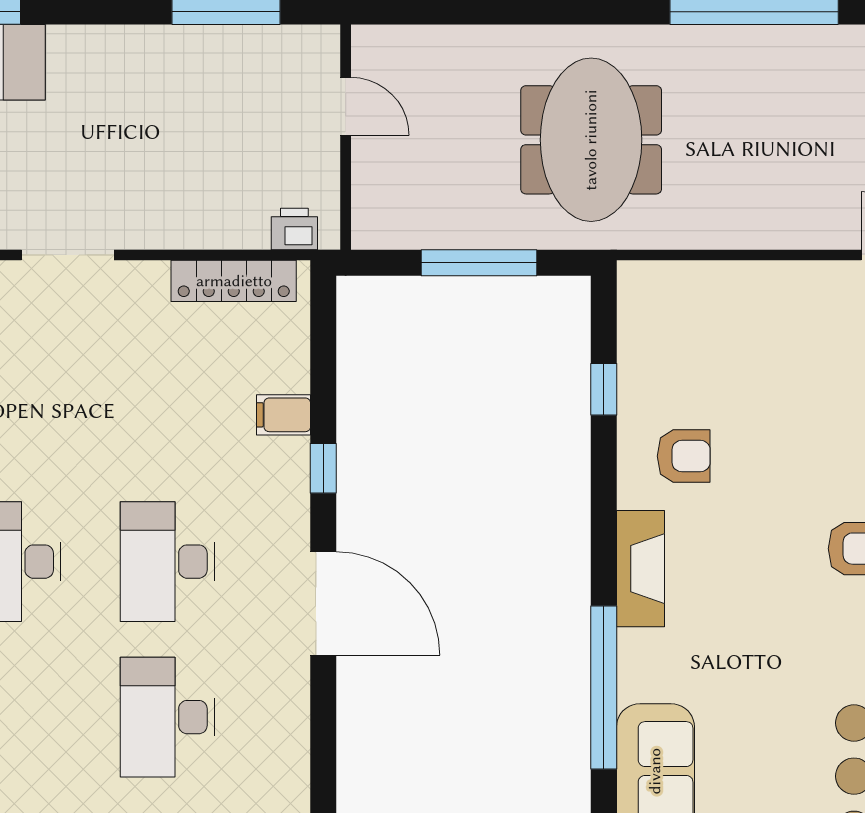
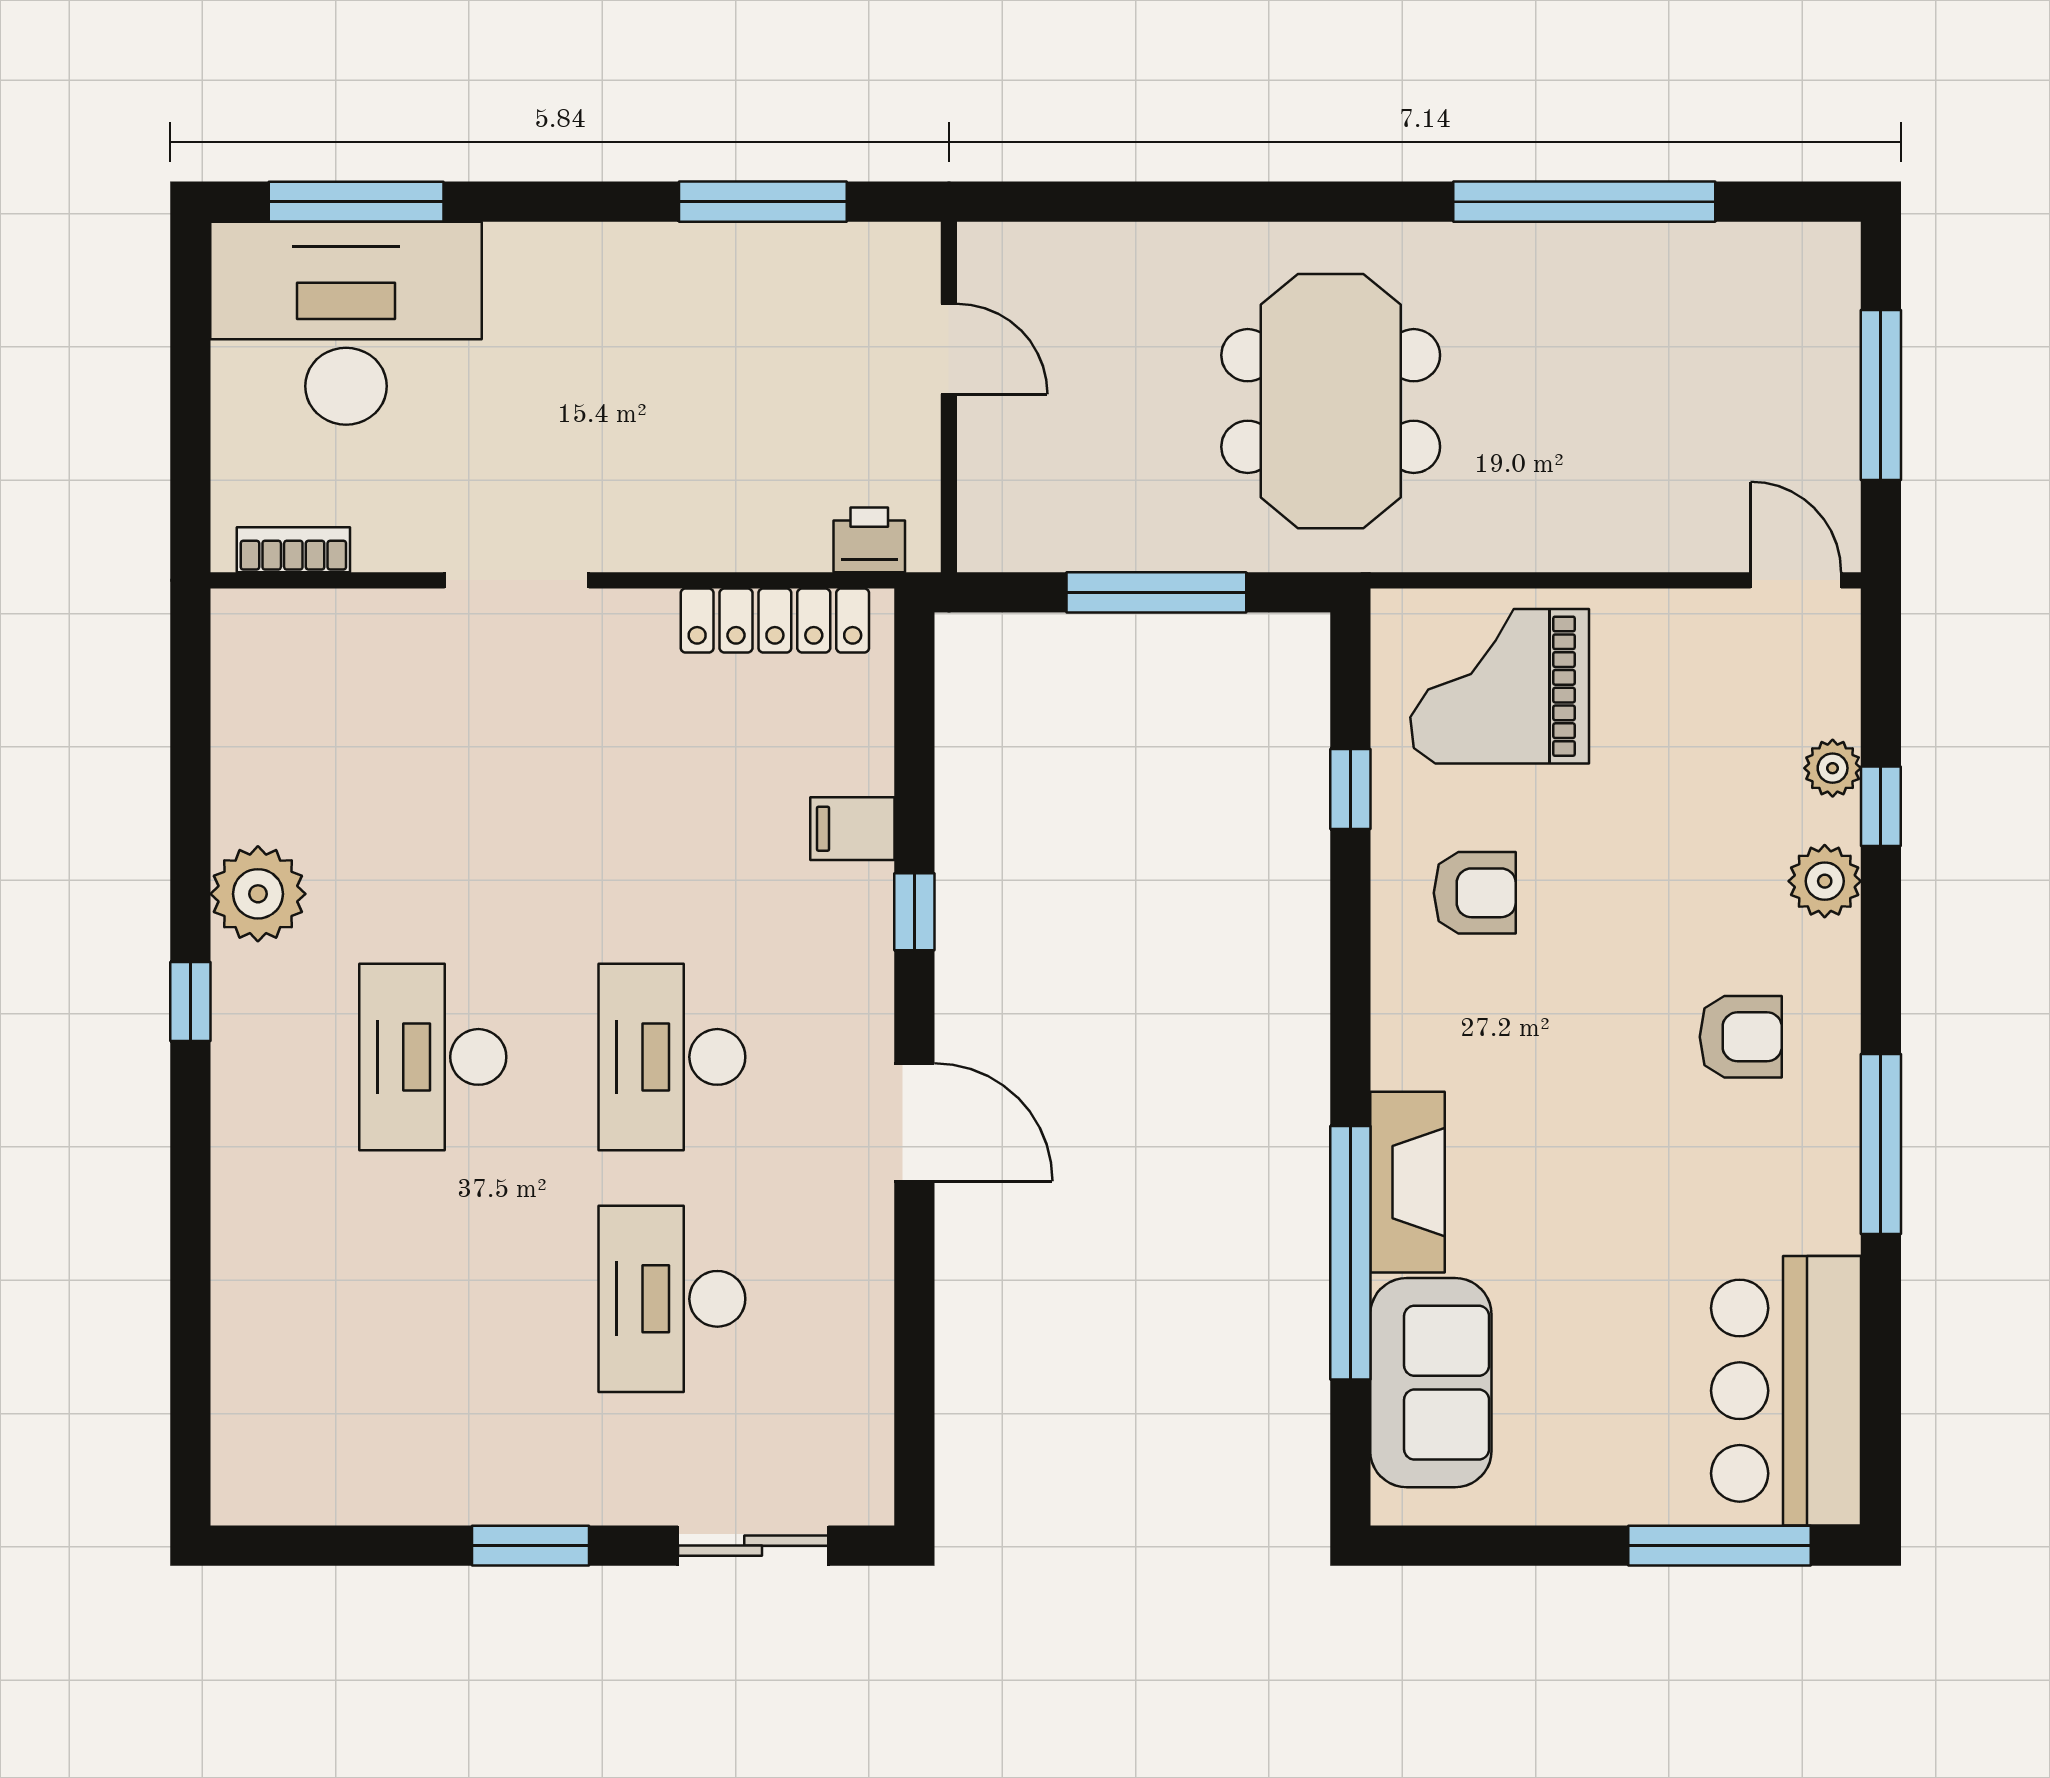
grand piano: (700, 323) -> (1500, 686), added
fireplace: (640, 569) -> (1408, 1182), moved
door: (323, 603) -> (914, 1122), width x0.73

